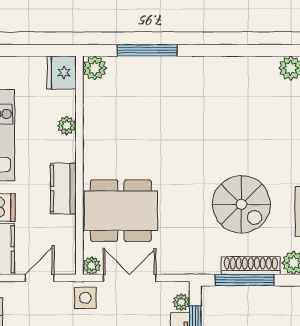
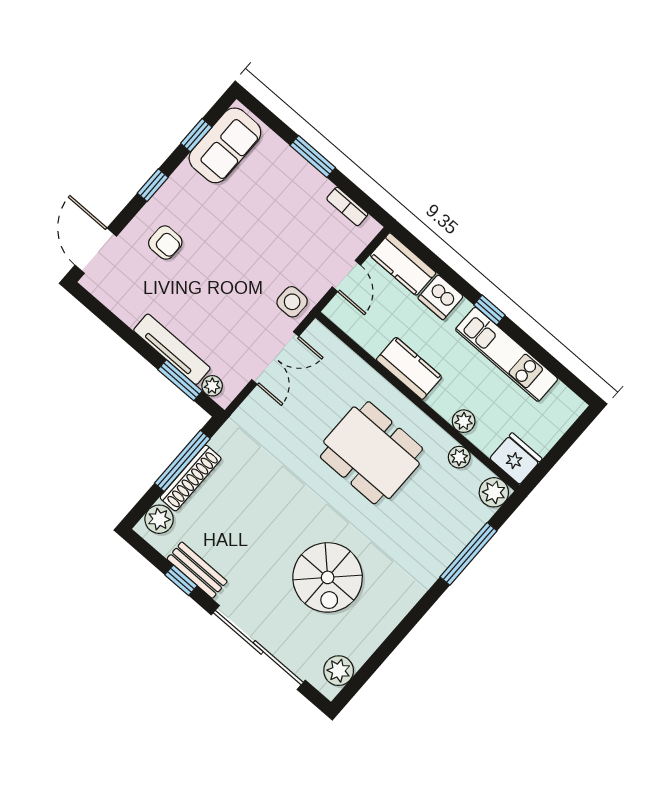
spiral stairs: (241, 204) -> (328, 577), moved, turned -90
dining table: (121, 211) -> (371, 453), moved, turned 90
plant: (92, 266) -> (459, 457), moved

